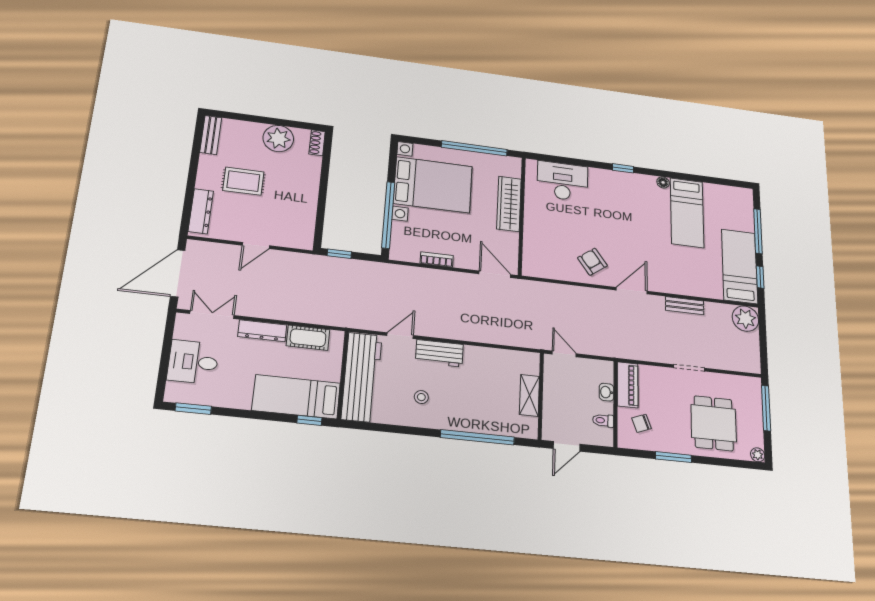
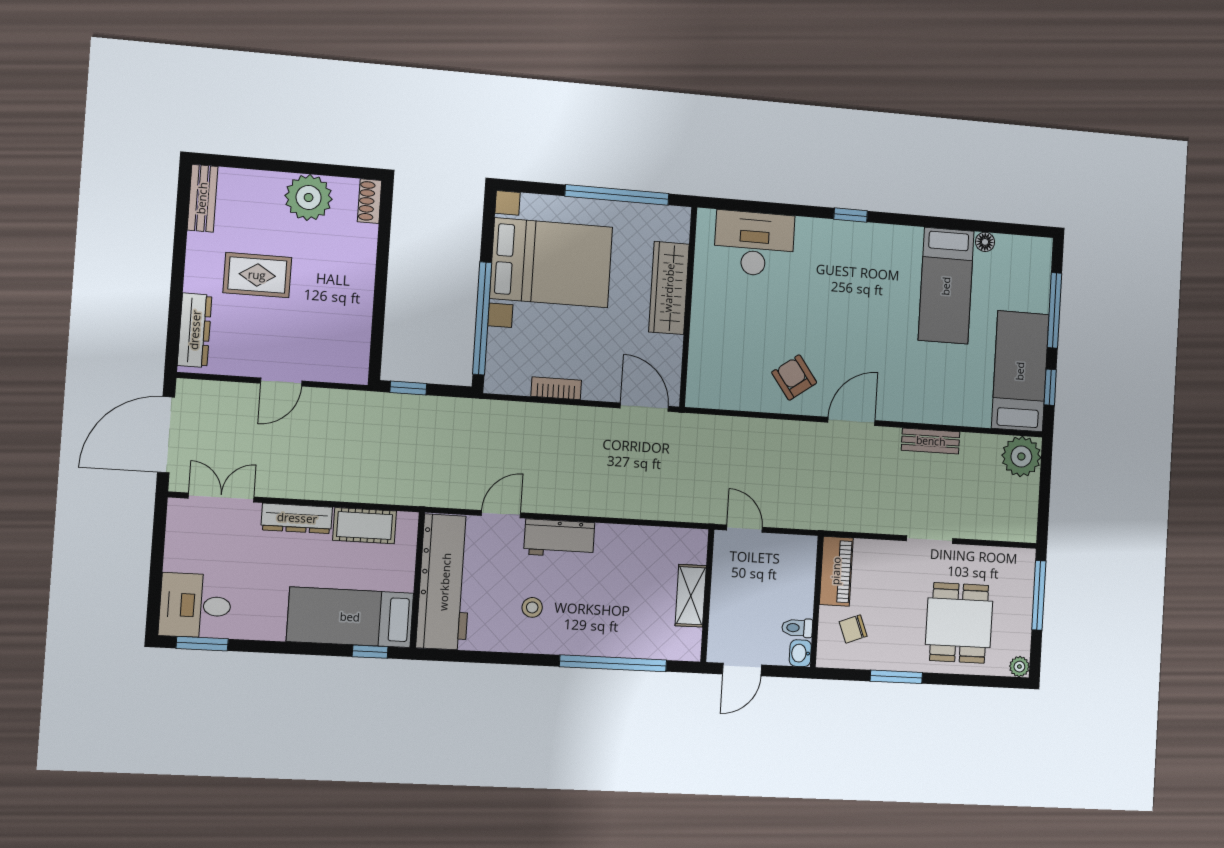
floor lamp: (663, 182) -> (985, 242), moved
desk: (193, 362) -> (195, 606), moved
washbasin: (606, 392) -> (800, 653), moved

